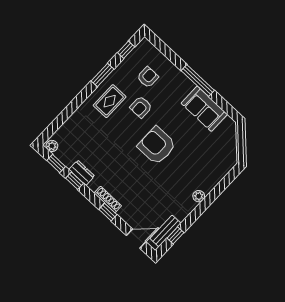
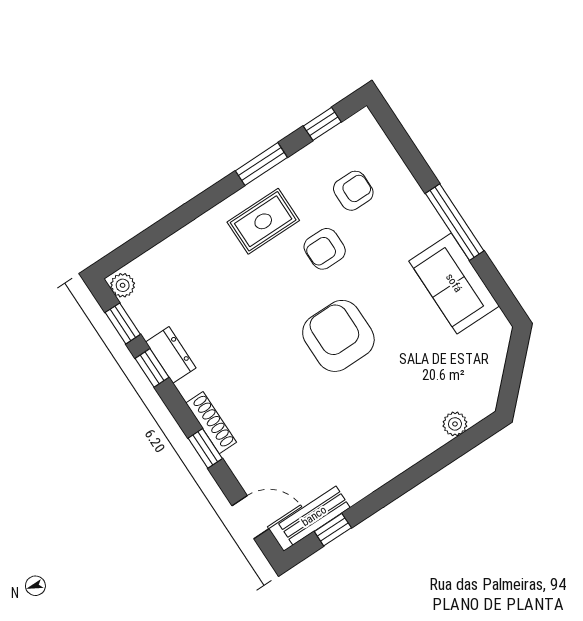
plant: (199, 196) -> (455, 424), moved

